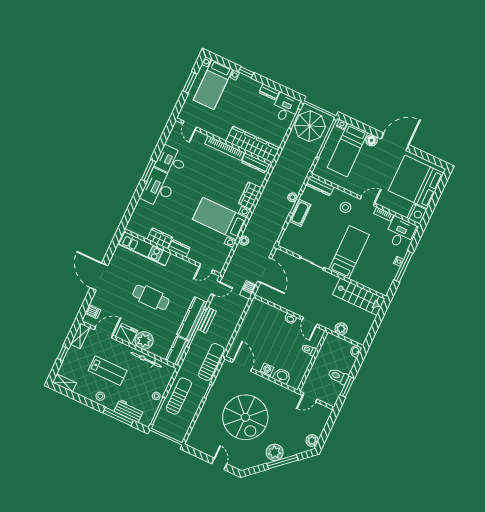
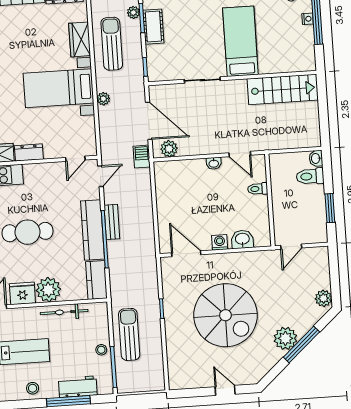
plant: (341, 329) -> (169, 149), moved
sun lounger: (211, 362) -> (112, 44), moved
toilet: (338, 376) -> (310, 176), moved

